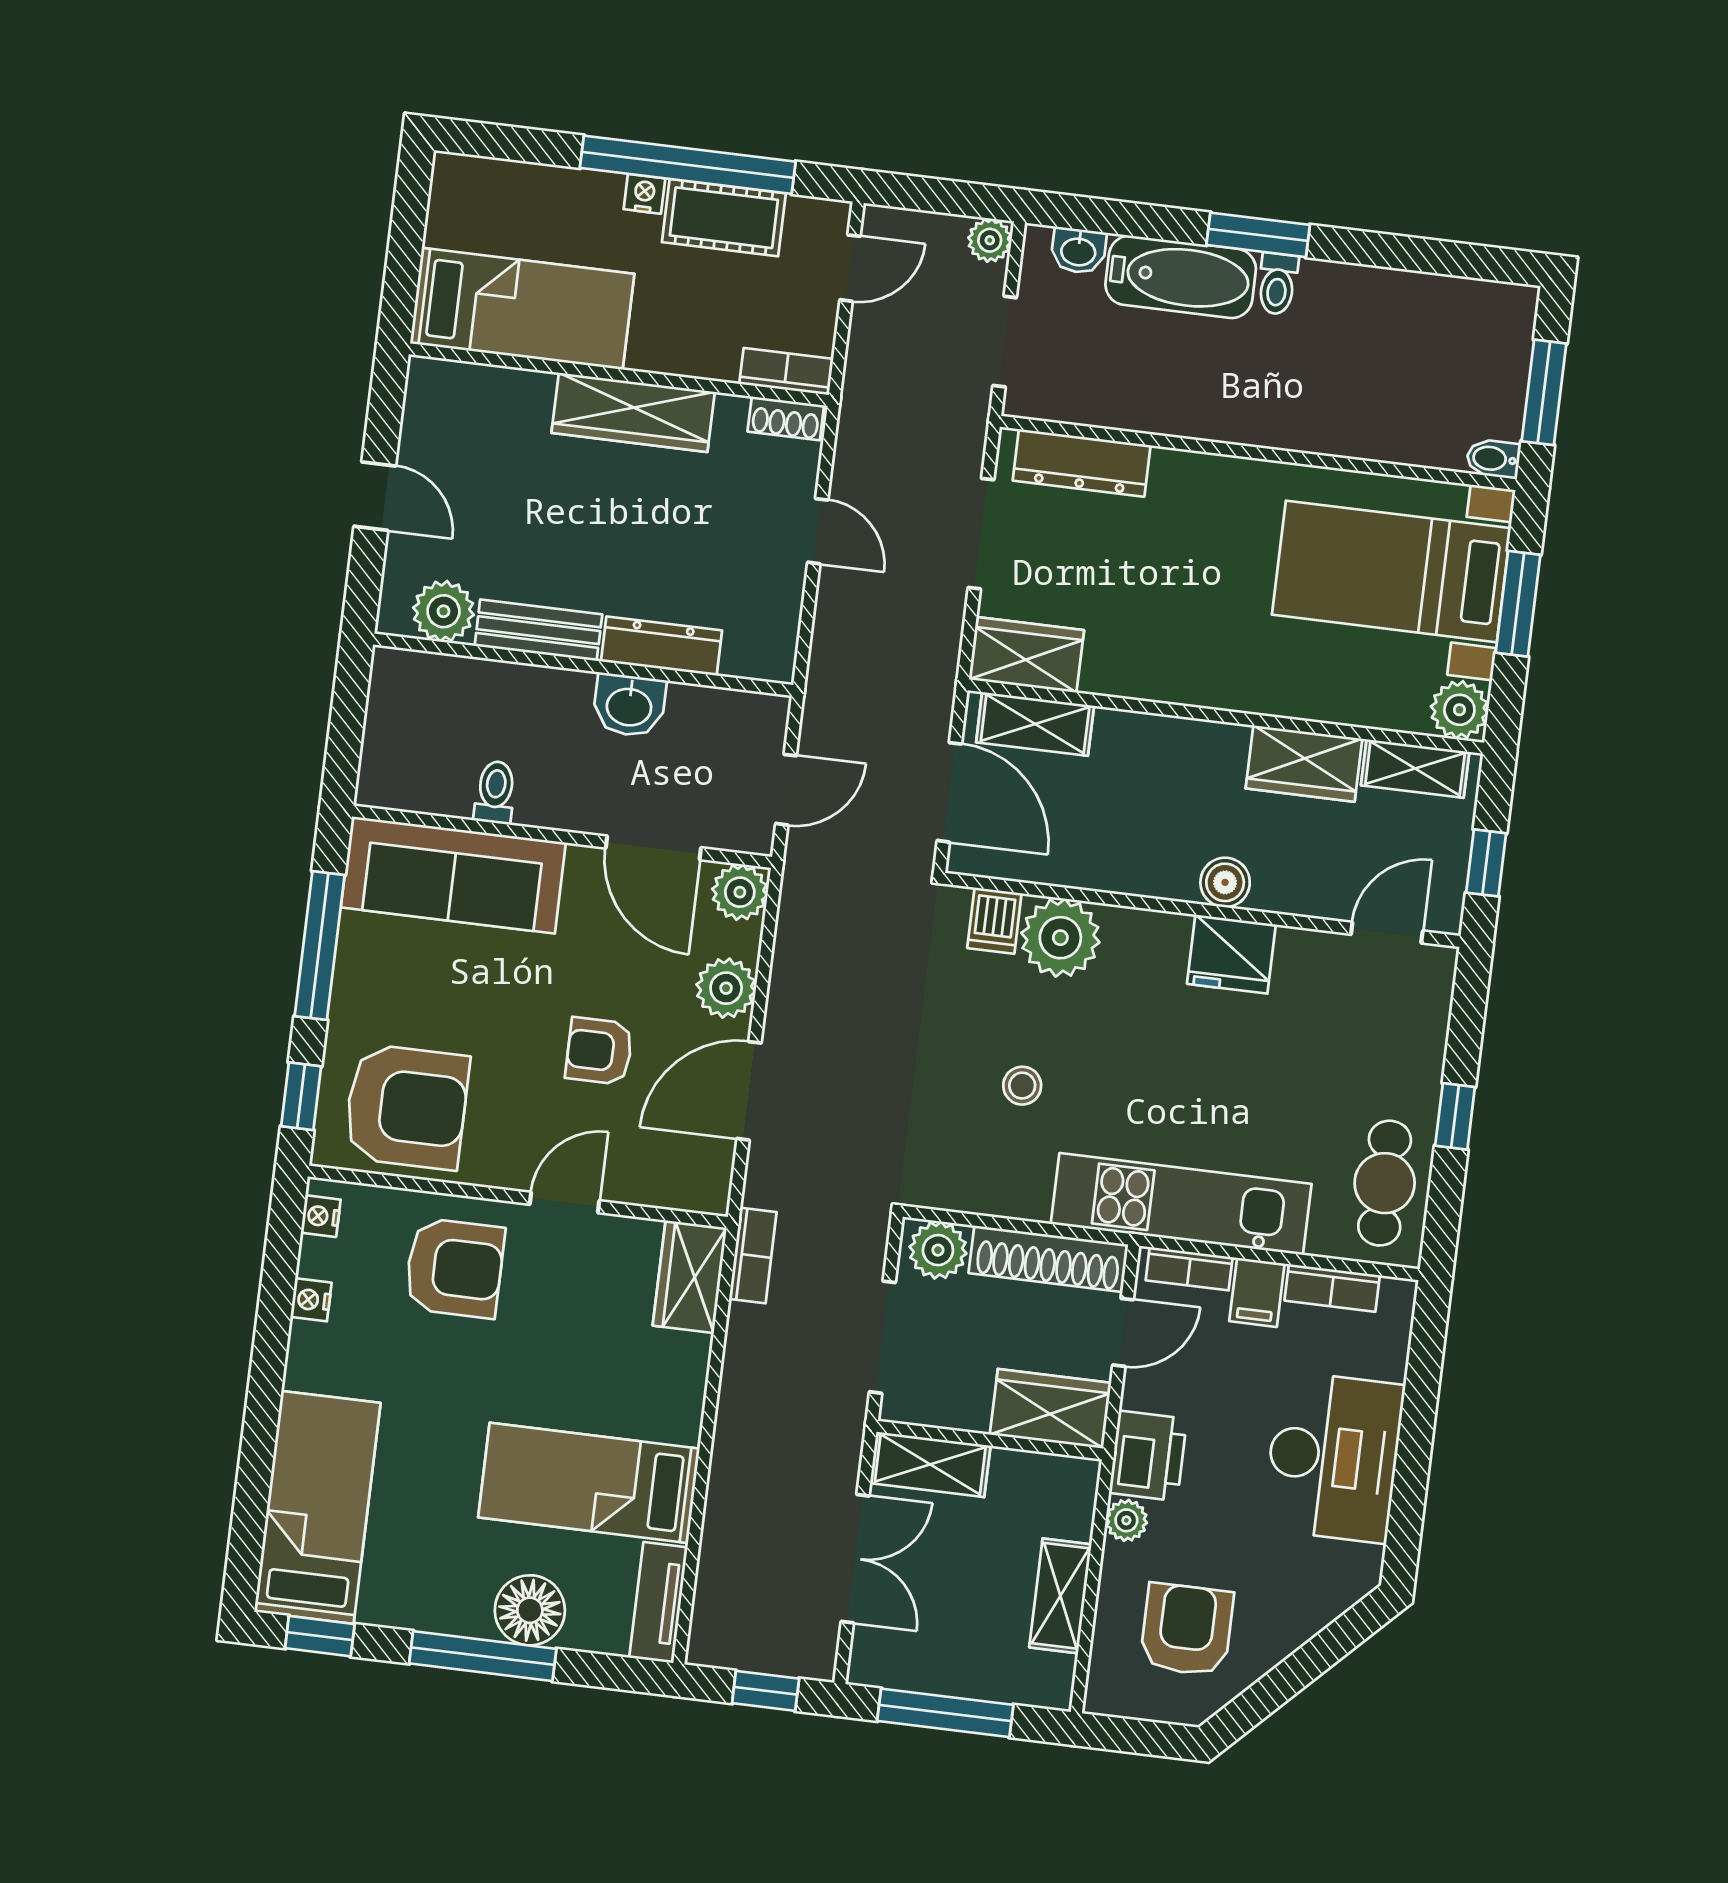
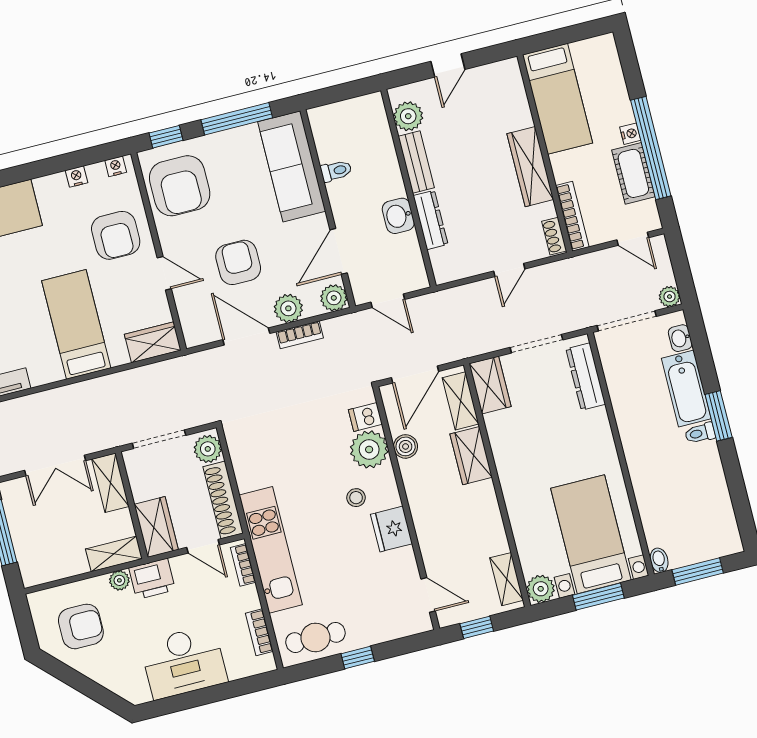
doorway: (1005, 342) -> (627, 321), width x1.38
bookcase: (786, 371) -> (572, 216), width x1.56
wardrobe: (1304, 764) -> (471, 456), moved
boiler: (1225, 882) -> (406, 446), moved
armchair: (599, 1051) -> (238, 262), width x1.38, depth x1.38
stool: (1022, 1086) -> (356, 498), moved
bookcase: (753, 1256) -> (300, 335), moved
filing cabinet: (1257, 1292) -> (244, 599), removed
bed: (589, 1483) -> (76, 324), moved
shelving: (1060, 1596) -> (114, 554), moved

